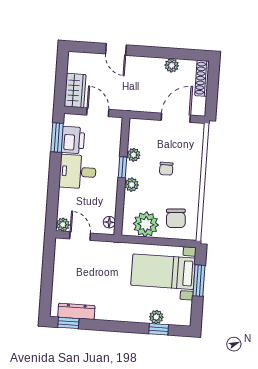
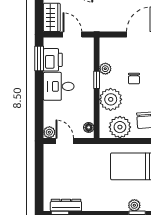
plant: (132, 185) -> (111, 99), width x1.88, depth x1.88

